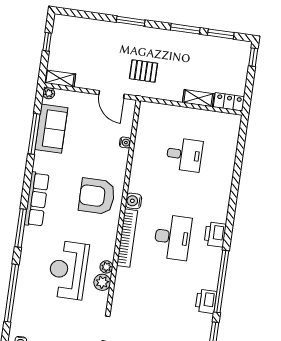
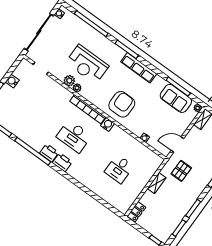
shelving: (198, 98) -> (157, 183), moved
reception desk: (68, 270) -> (87, 64), turned 180
printer: (206, 301) -> (49, 153), moved

